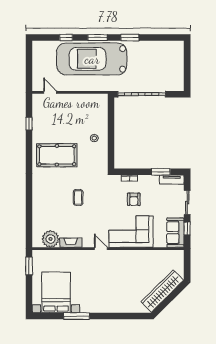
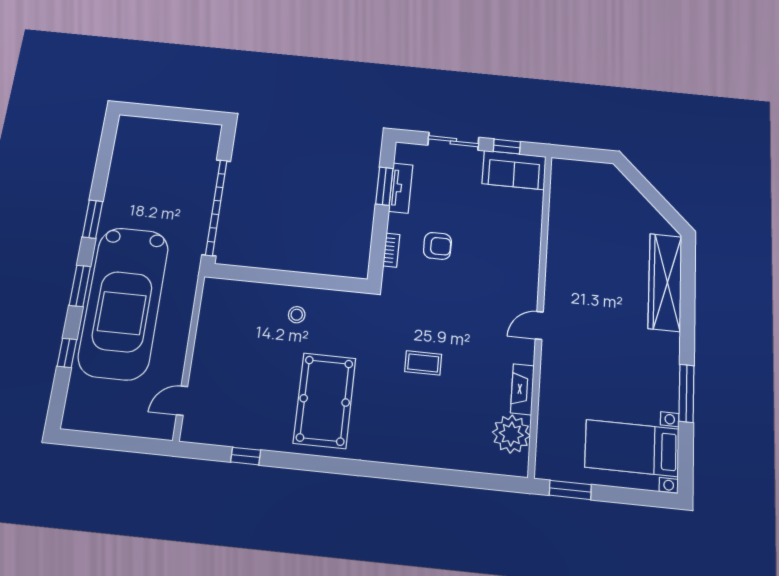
tv unit: (172, 180) -> (401, 188), moved
corner sofa: (131, 232) -> (506, 259), removed
wardrobe: (162, 291) -> (665, 282), moved, turned 45
bed with nightstands: (56, 292) -> (632, 448), width x0.73

